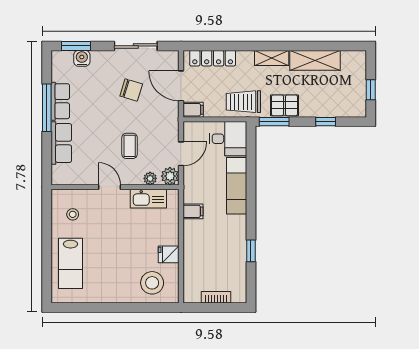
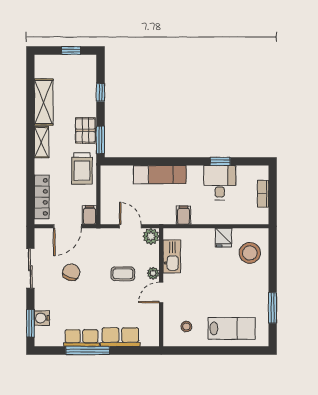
desk: (228, 139) -> (220, 183), moved
plant: (150, 178) -> (153, 273), moved
window: (93, 307) -> (273, 308), added

